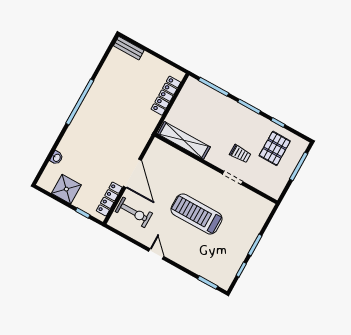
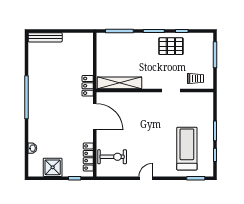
bench: (129, 48) -> (45, 37), width x1.36
locker: (166, 96) -> (88, 86), moved, width x0.66
pallet: (275, 148) -> (171, 46), moved, turned 90
trolley: (240, 154) -> (196, 79), moved
door: (132, 173) -> (95, 117), moved
treadmill: (197, 214) -> (187, 149), moved, turned 90
door: (156, 254) -> (146, 178), hinge flipped

